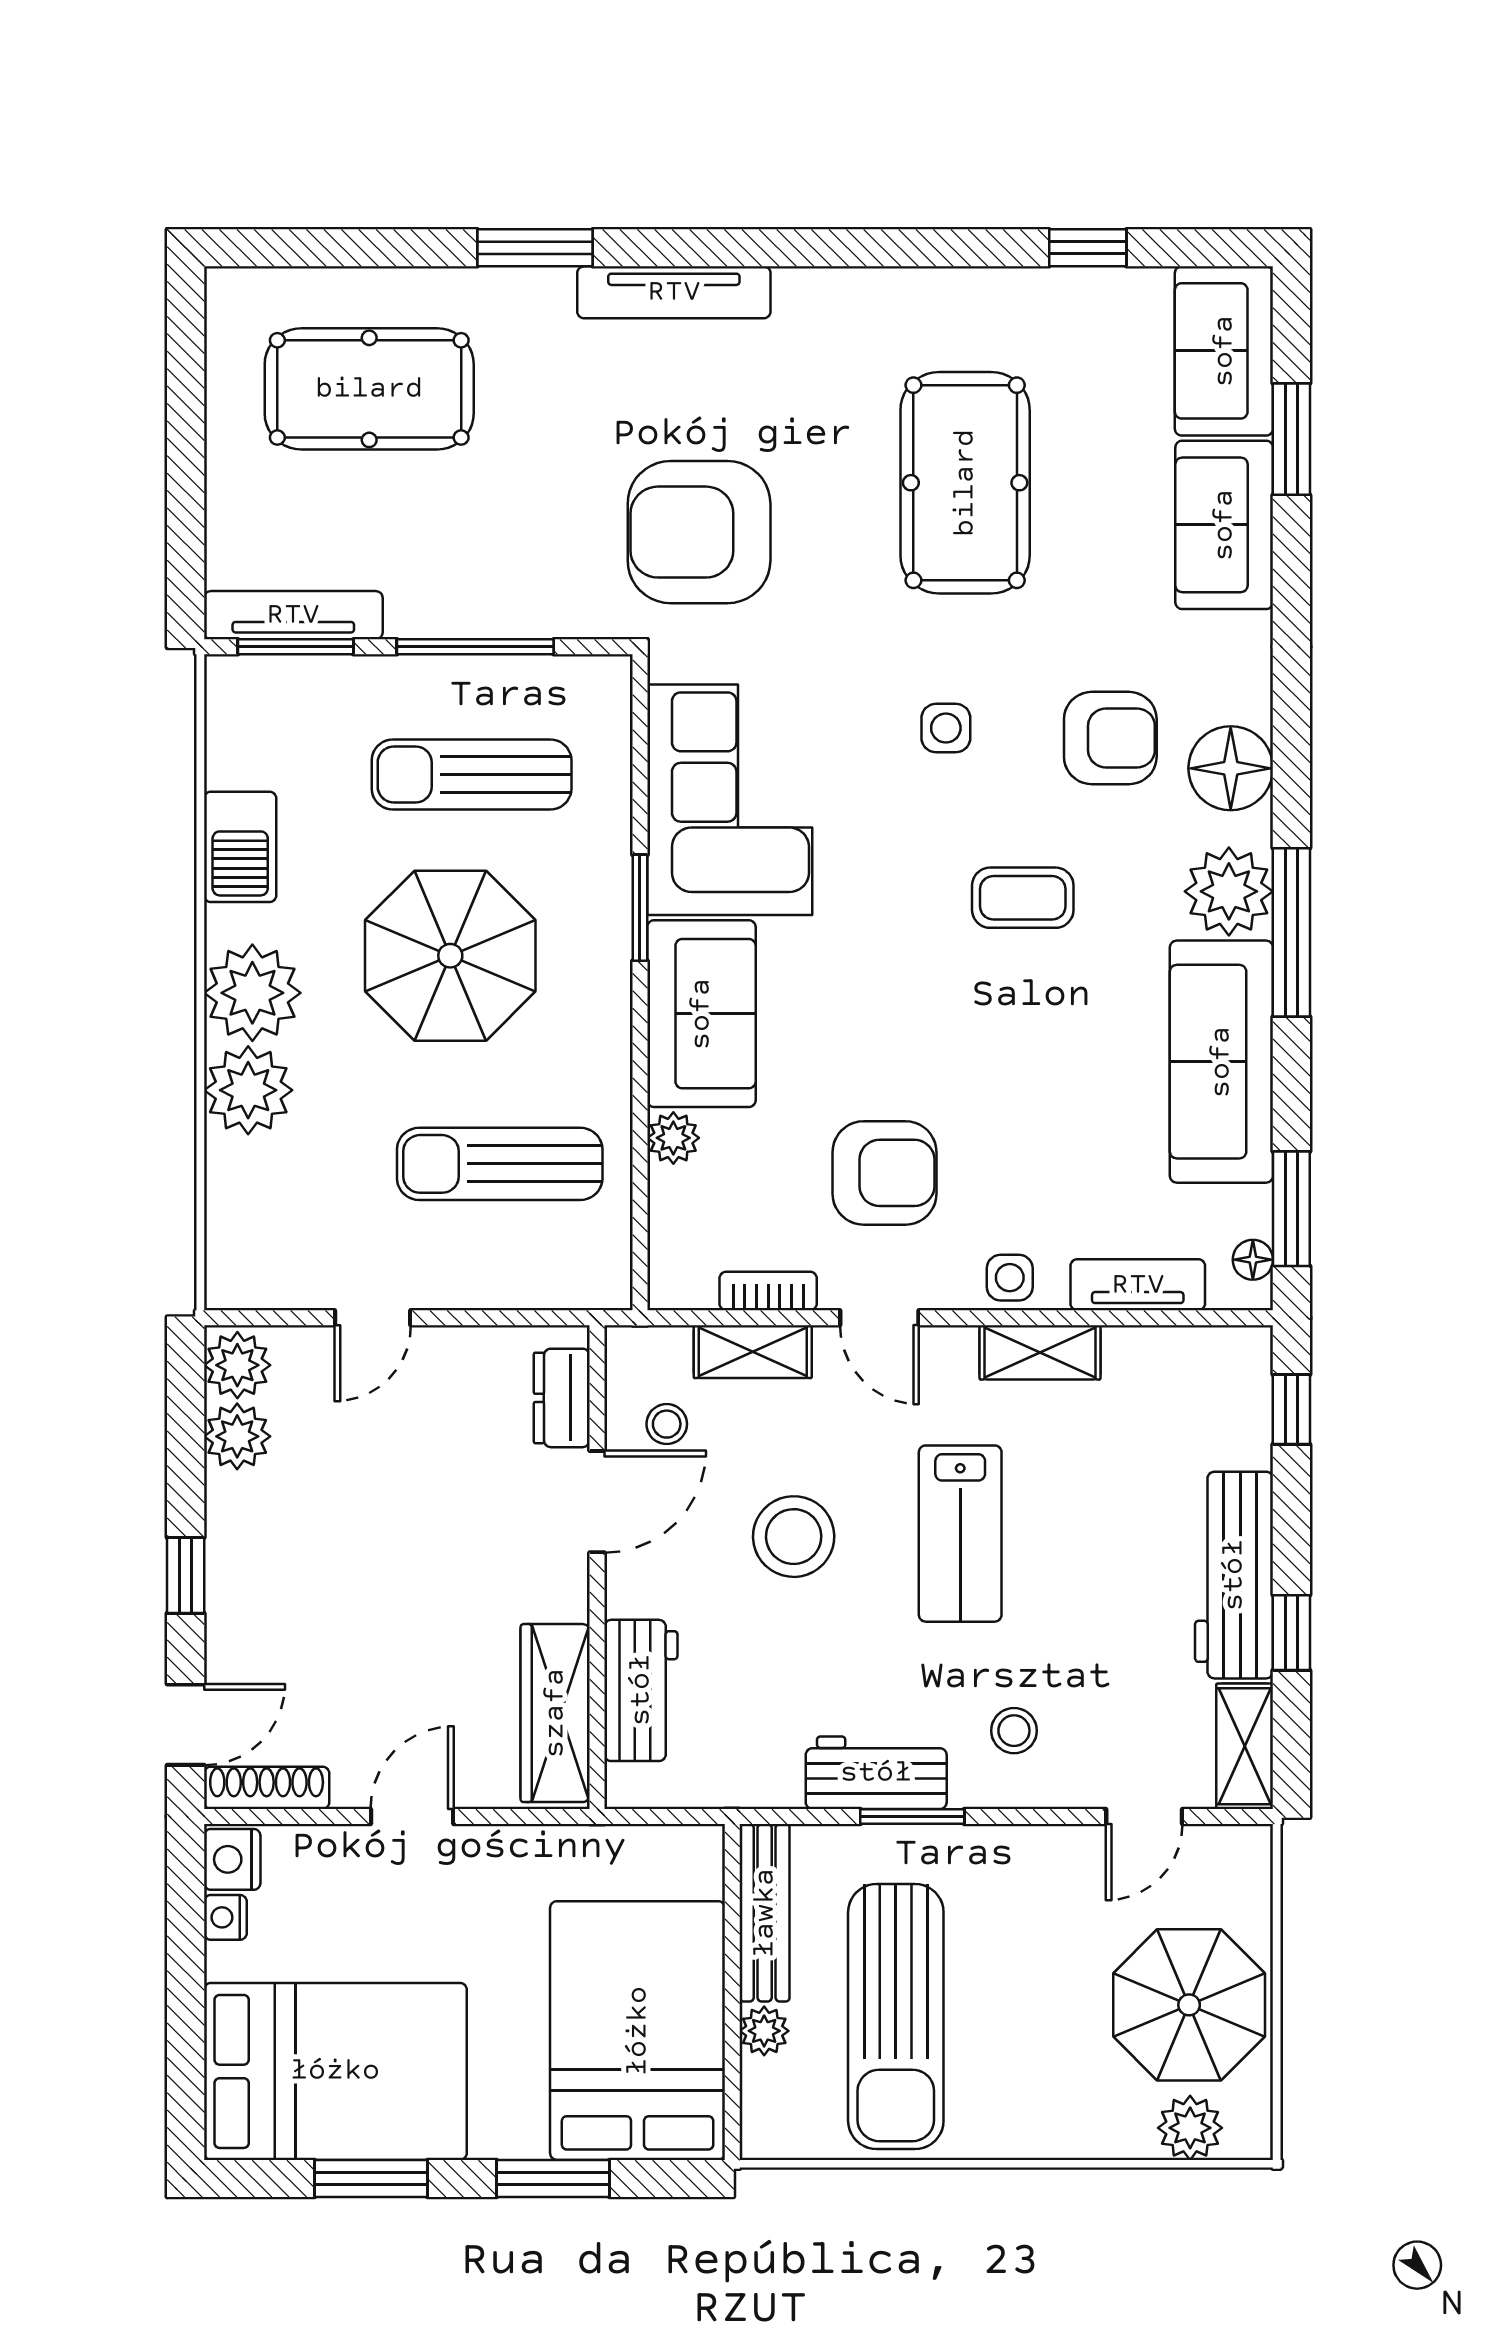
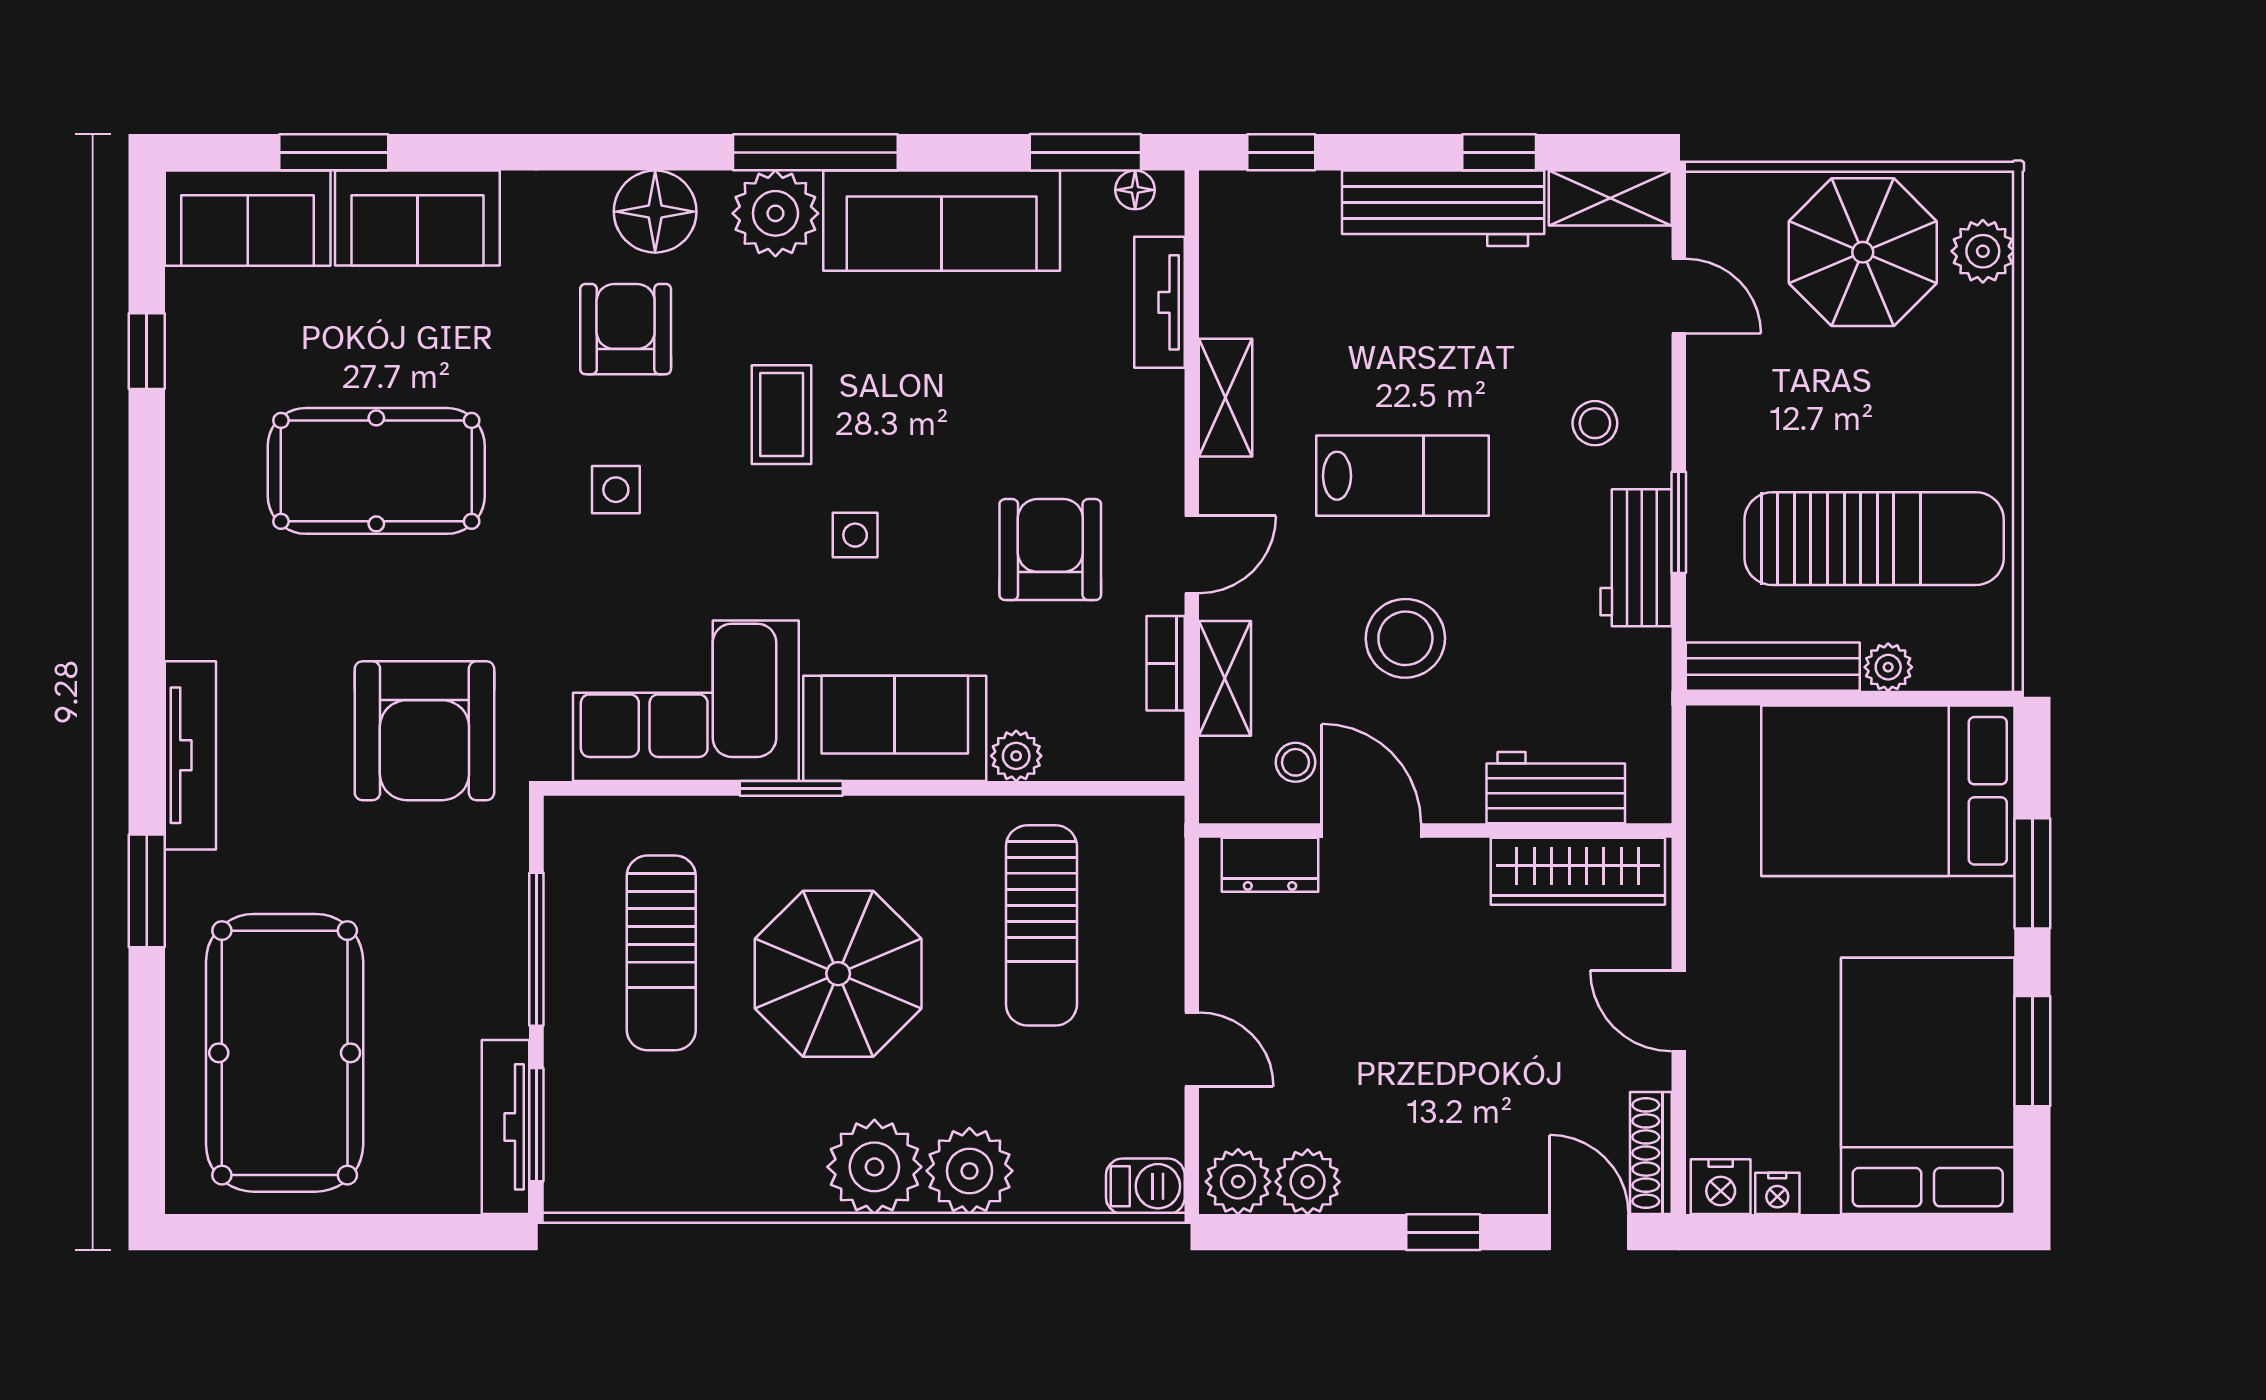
pool table: (369, 389) -> (285, 1053), width x1.36, depth x1.32
barbecue: (240, 847) -> (1145, 1186), moved, width x0.73, depth x0.79
side table: (1010, 1278) -> (855, 535), moved

